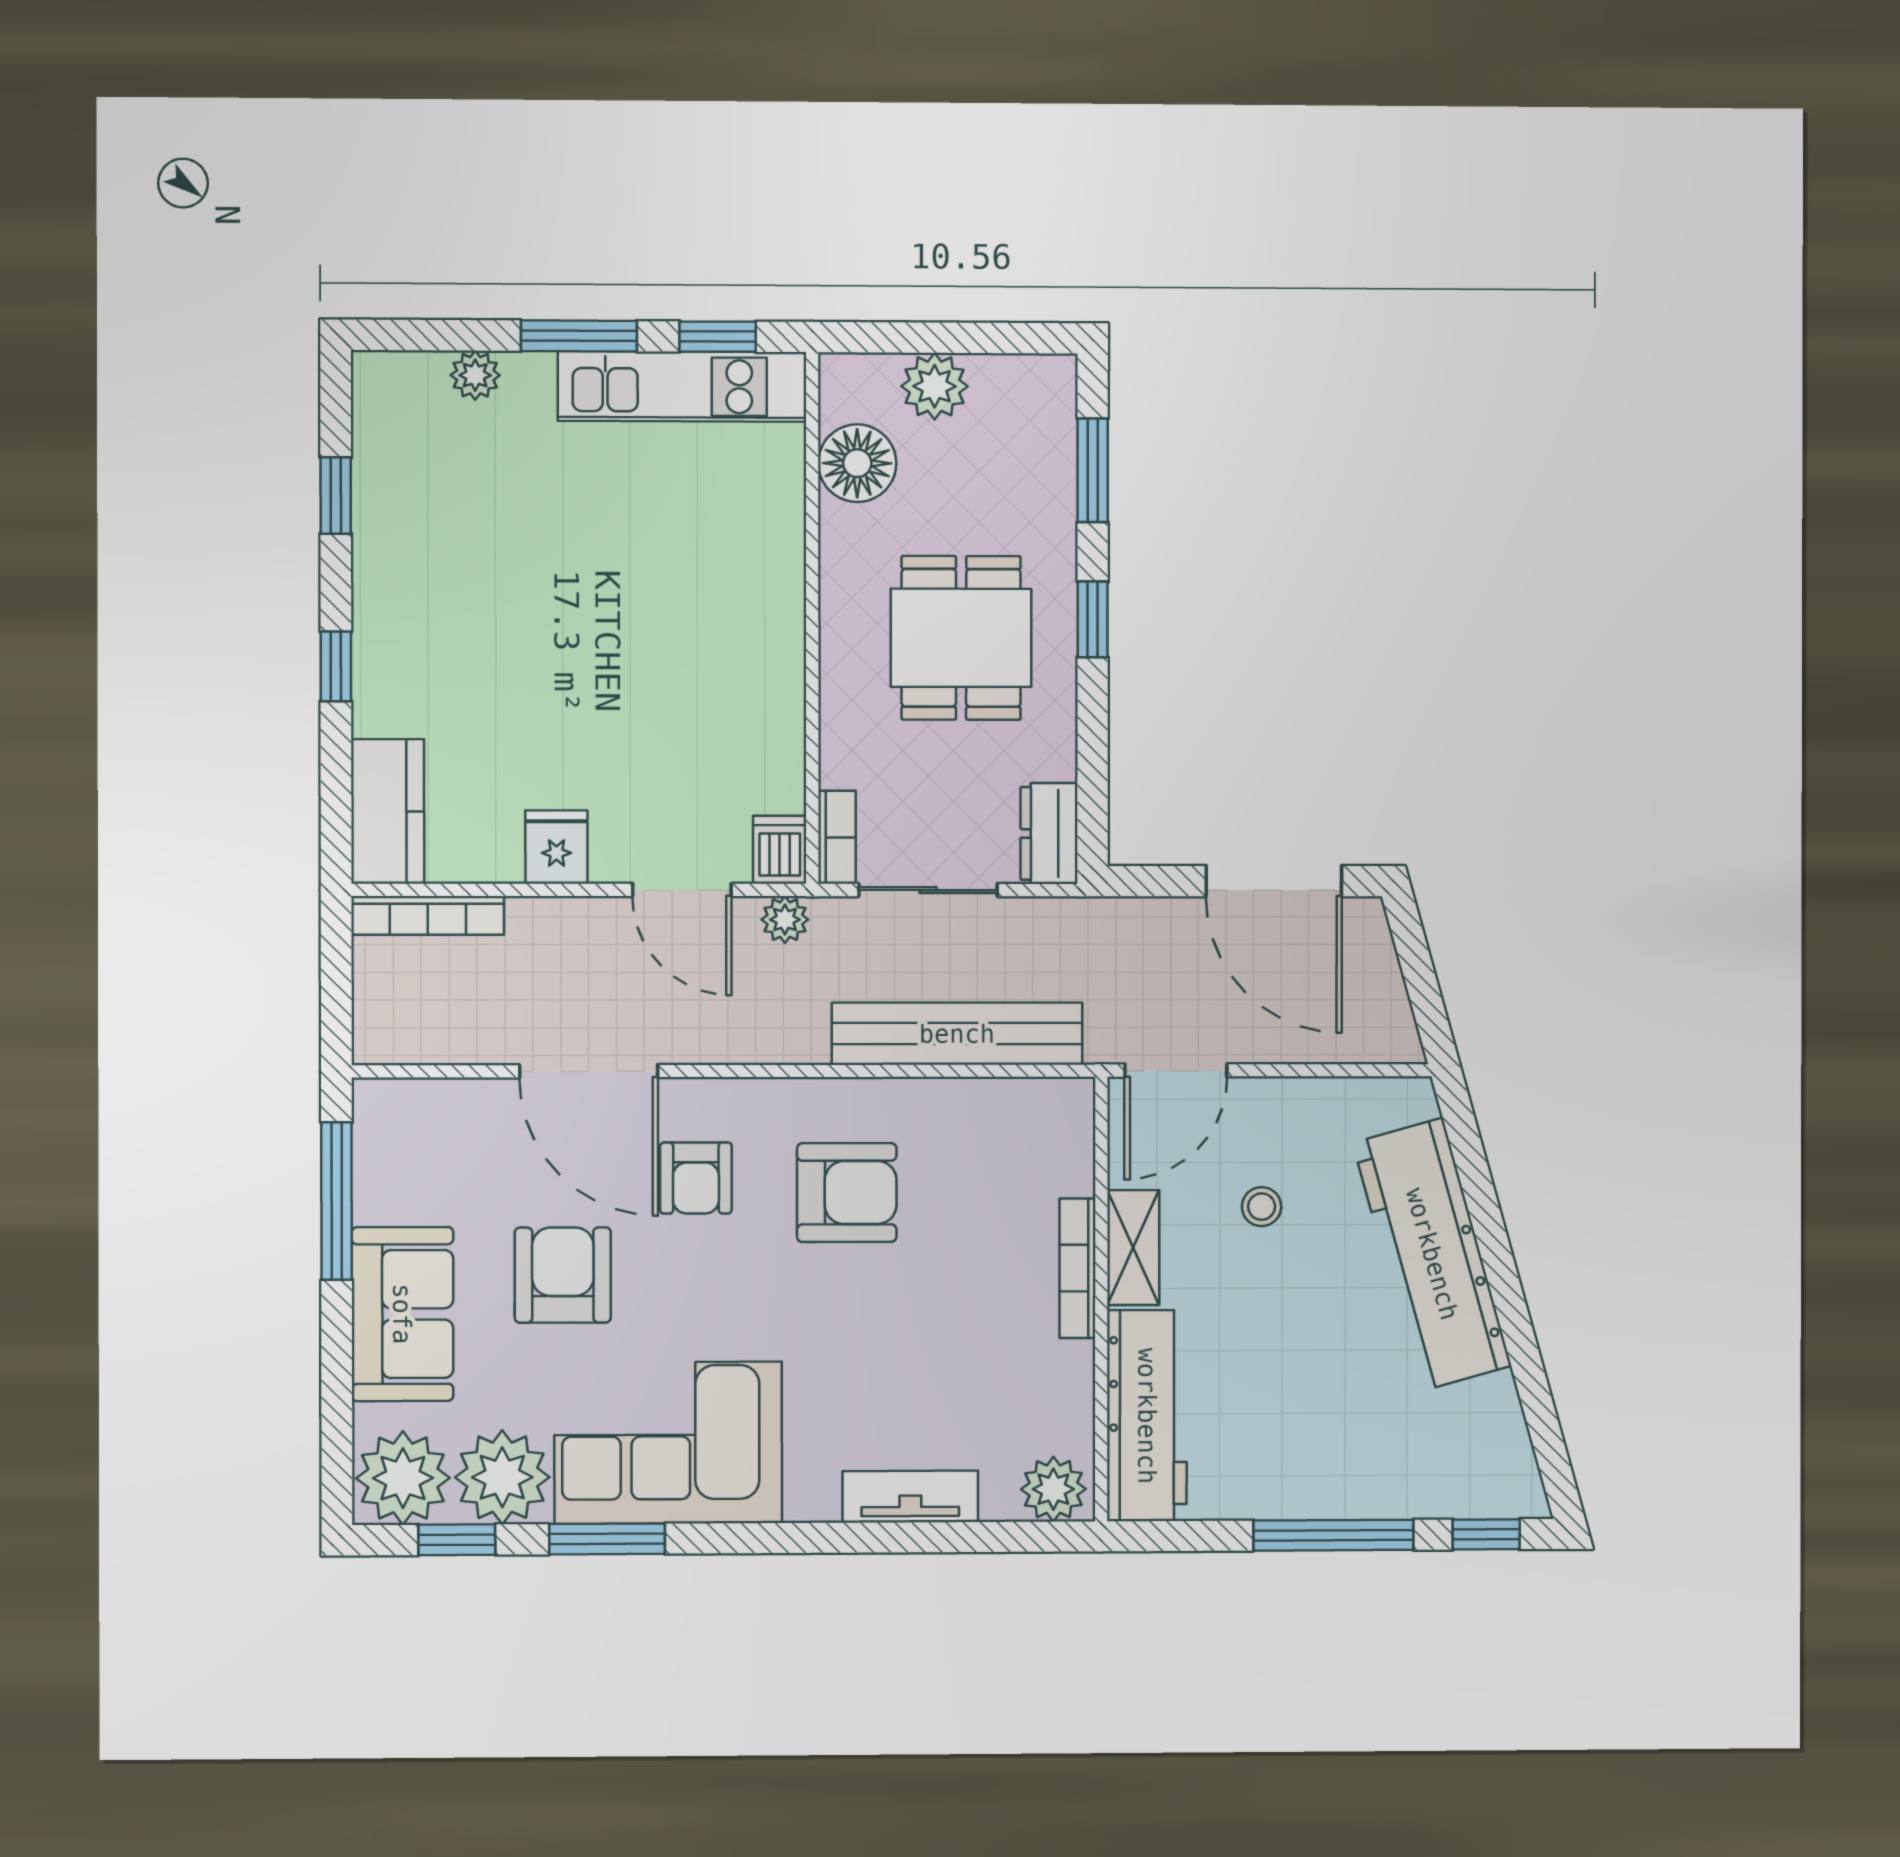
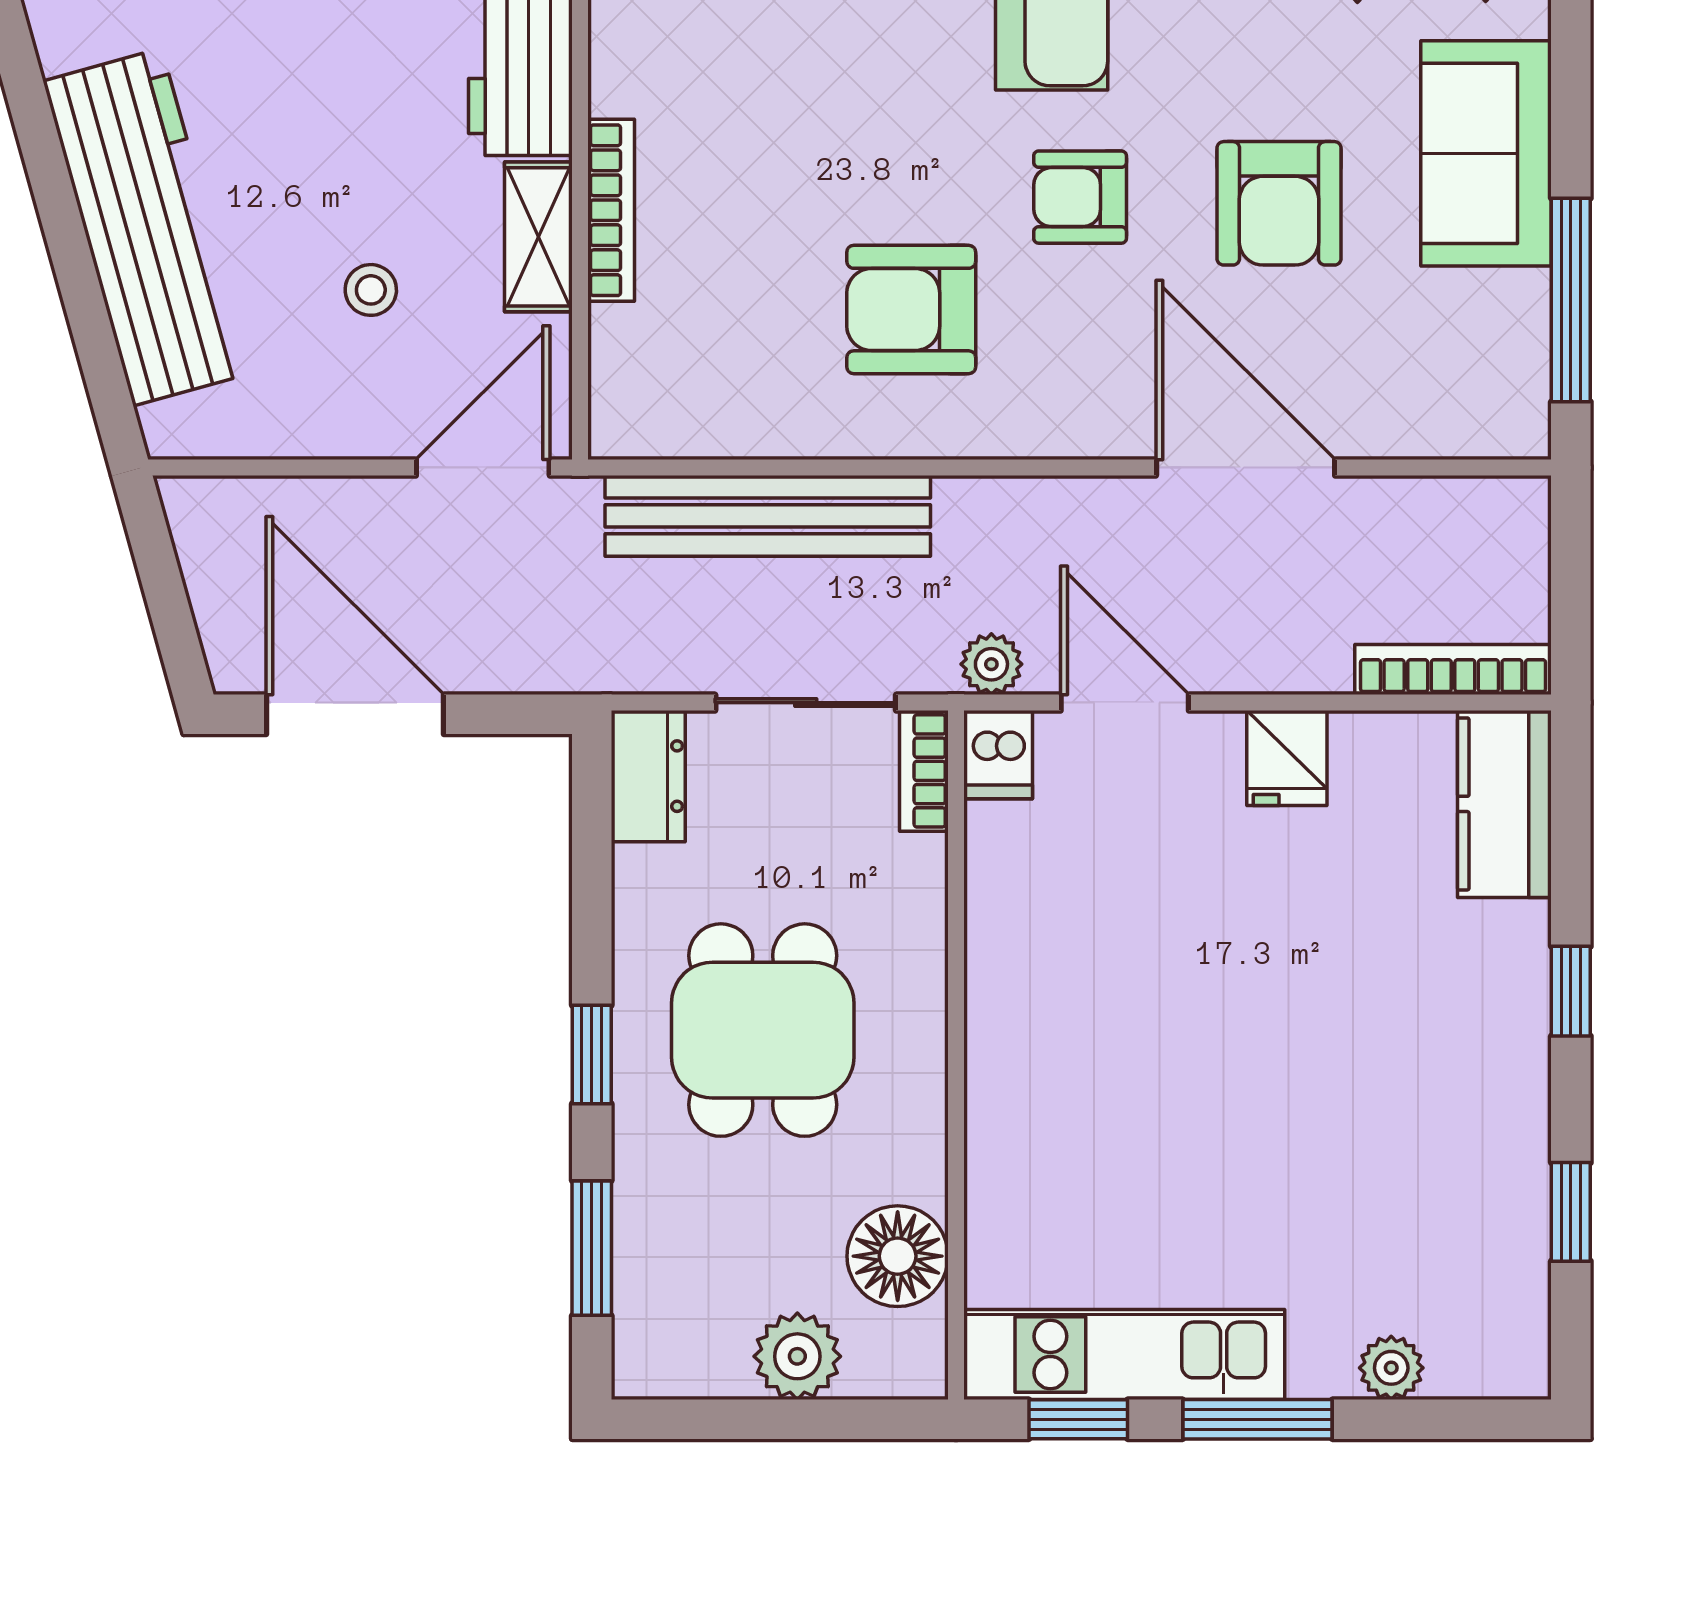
armchair: (696, 1178) -> (1080, 197), moved, turned -90

